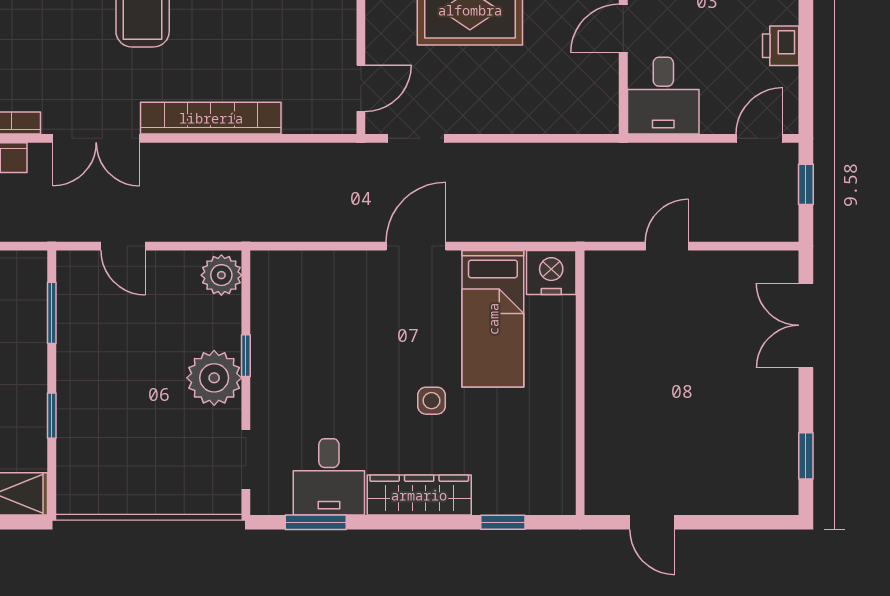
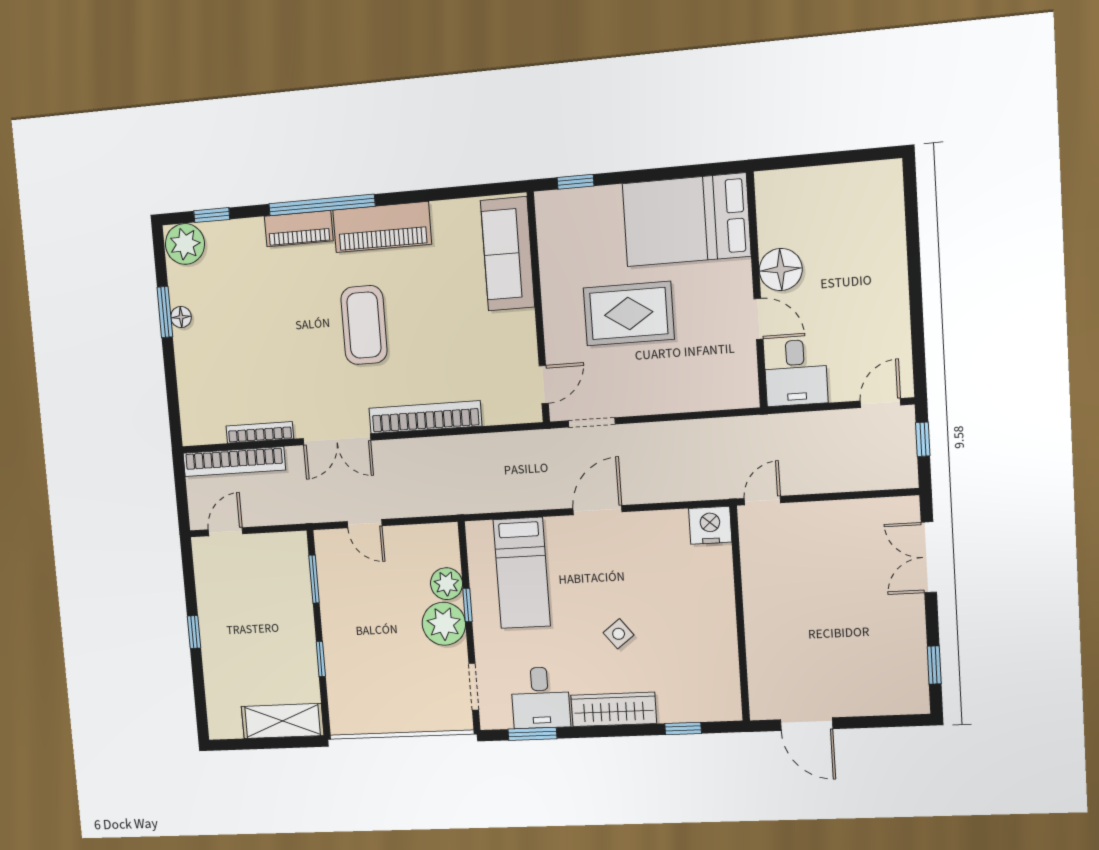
door: (623, 28) -> (758, 319), swing flipped
printer: (781, 46) -> (895, 323), removed
door: (667, 246) -> (762, 501), moved
plant: (221, 275) -> (447, 584), moved
bed: (493, 319) -> (522, 573), moved
side table: (432, 401) -> (619, 634), turned -38
door: (652, 522) -> (807, 724), width x1.38

